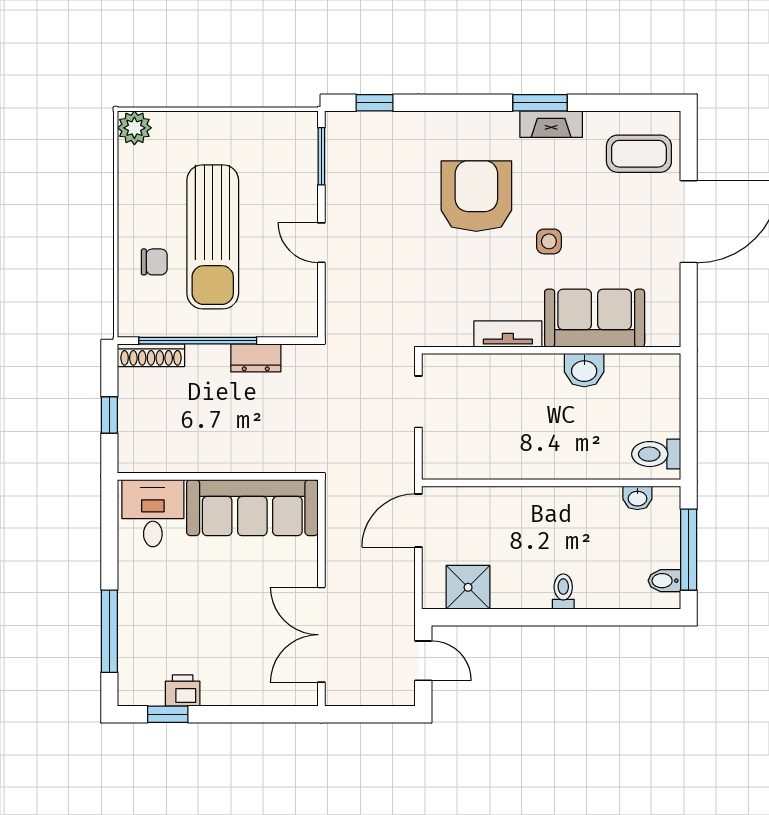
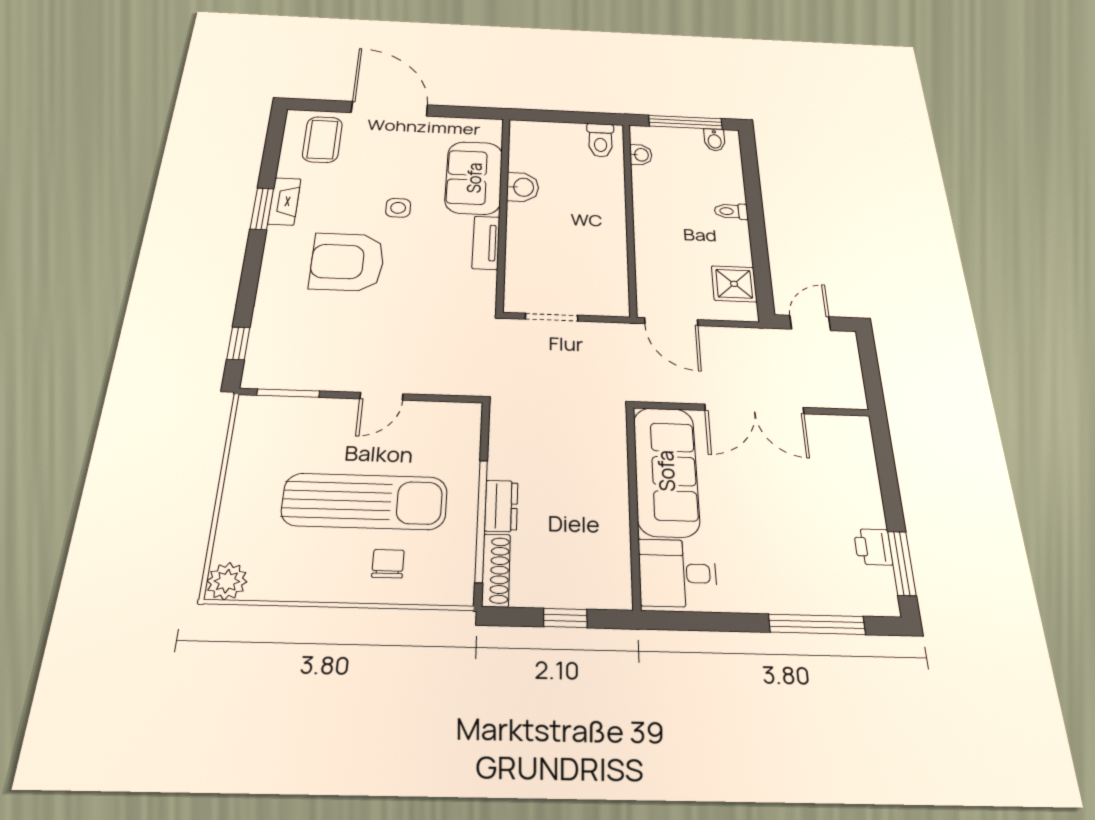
dresser: (256, 358) -> (501, 506), moved
double door: (321, 635) -> (754, 409), moved
window: (168, 714) -> (902, 563), width x1.50

